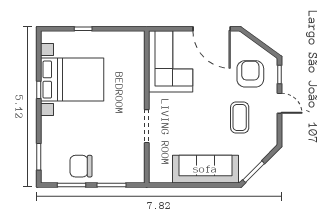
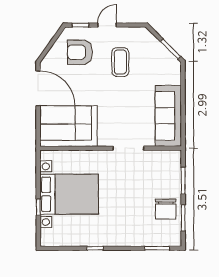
door: (212, 29) -> (38, 88), hinge flipped
bed with nightstands: (72, 80) -> (69, 194), moved, turned 90
coffee table: (240, 117) -> (120, 62), turned 90
sofa: (205, 169) -> (168, 116), moved

